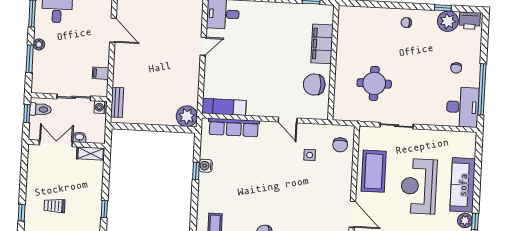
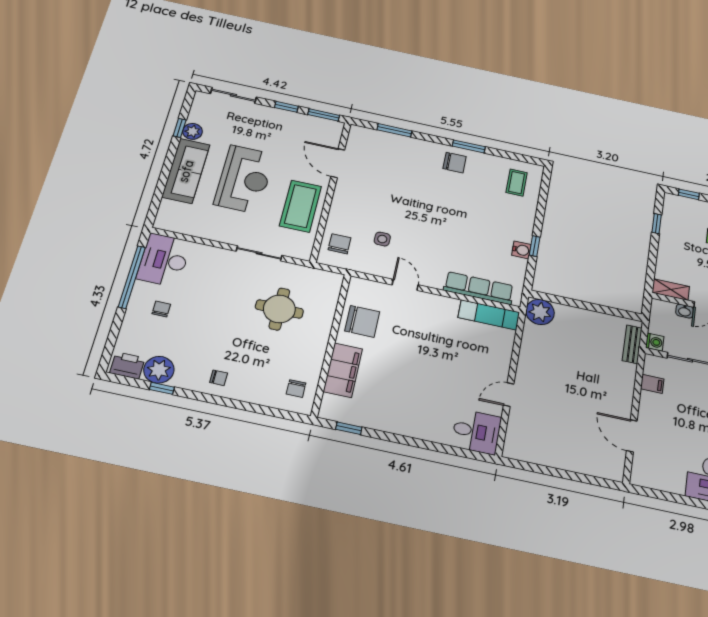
chair: (352, 24) -> (296, 389), added

